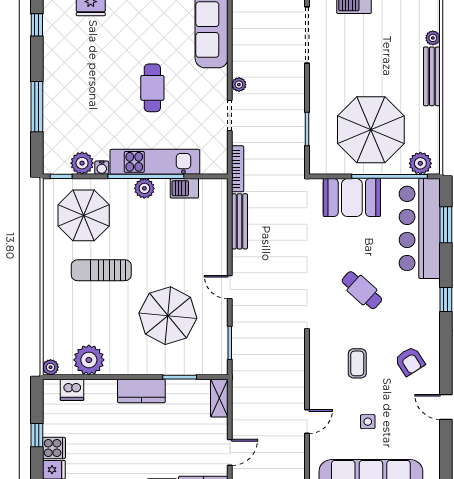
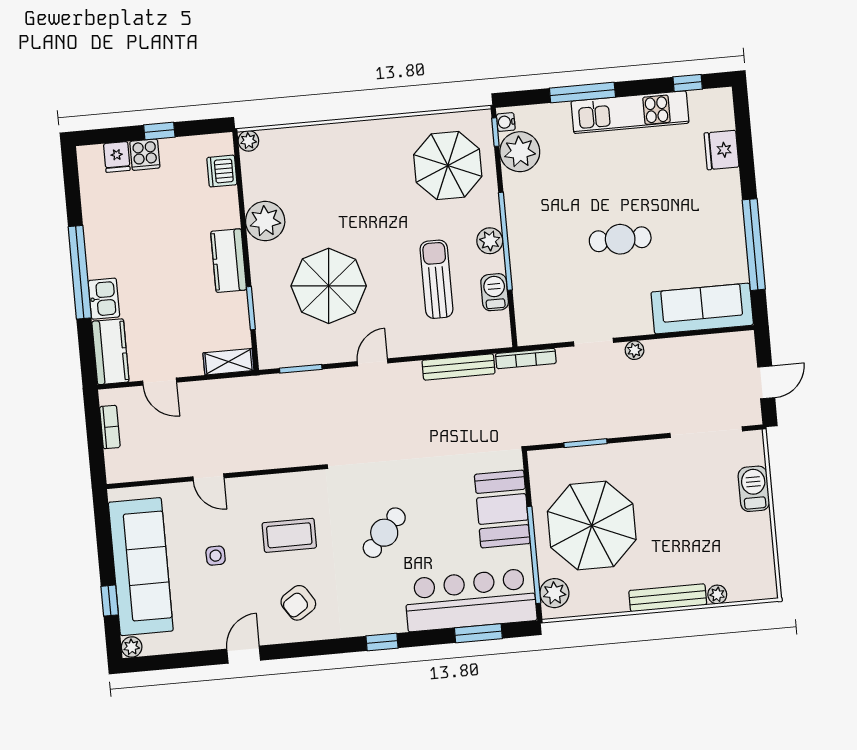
kitchen unit: (155, 162) -> (630, 112), moved, turned 90
plant: (82, 163) -> (520, 152), width x1.36, depth x1.36
water cooler: (102, 168) -> (506, 122), moved
sun lounger: (101, 270) -> (436, 279), moved
plant: (89, 360) -> (265, 221), moved
coffee table: (357, 363) -> (289, 535), width x1.36, depth x1.30

